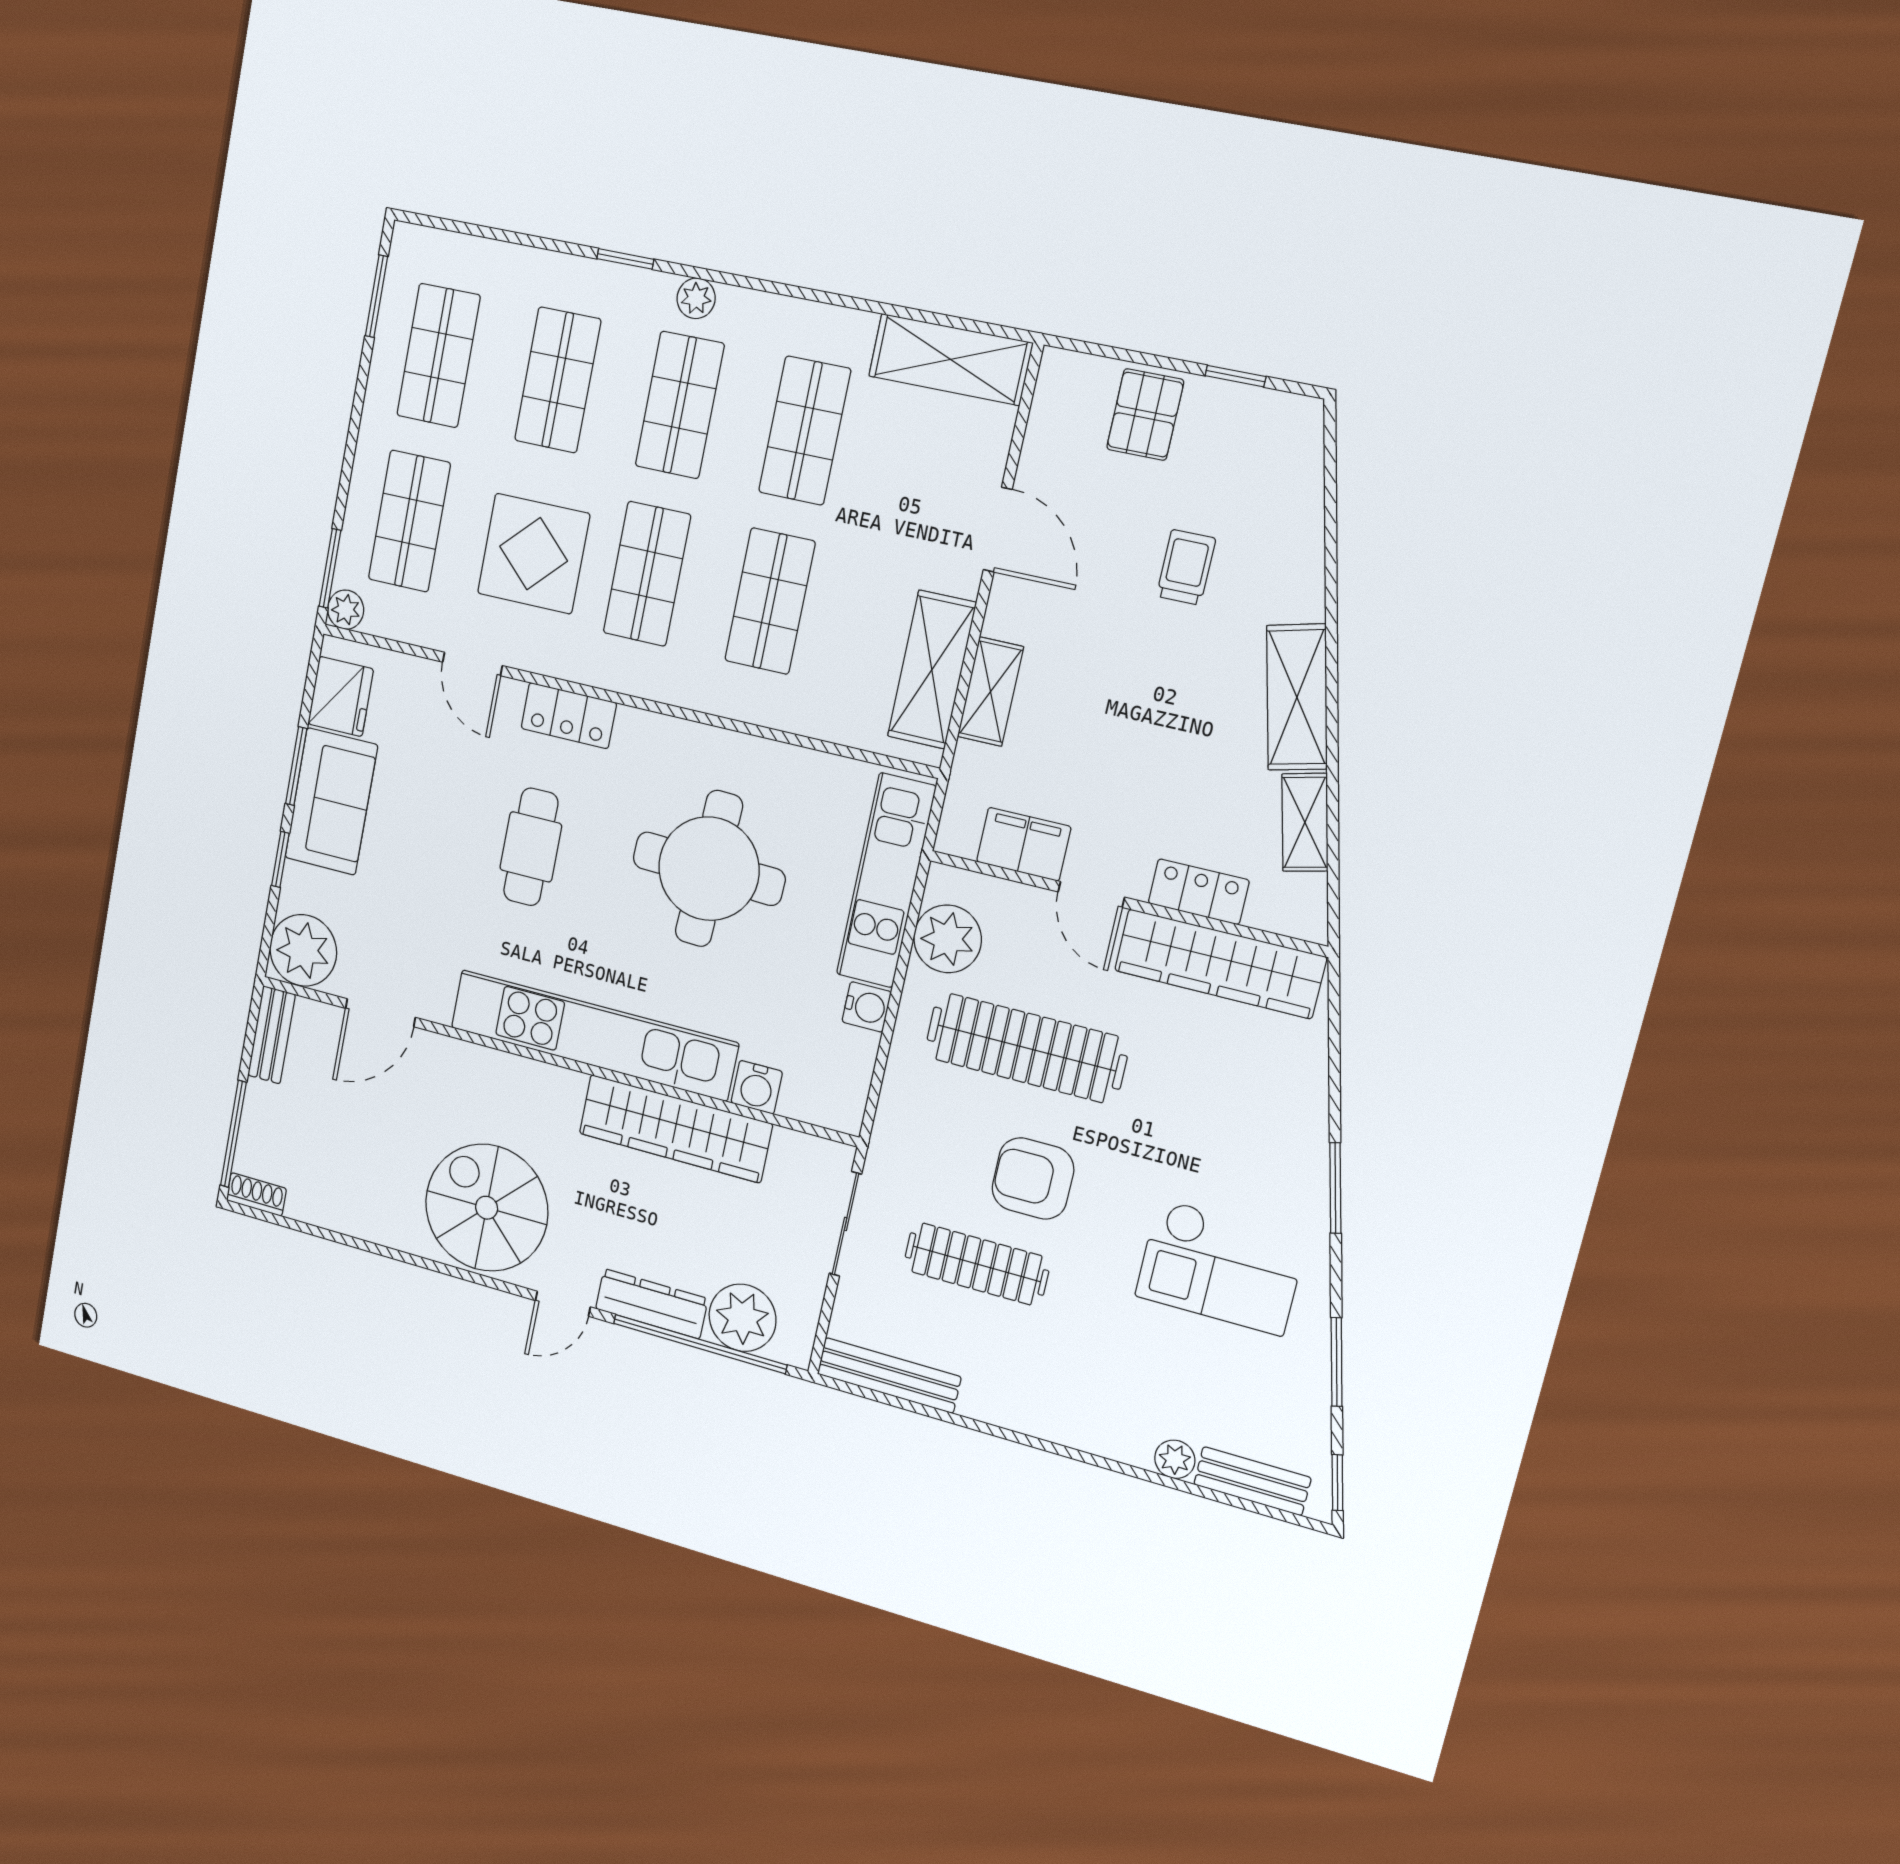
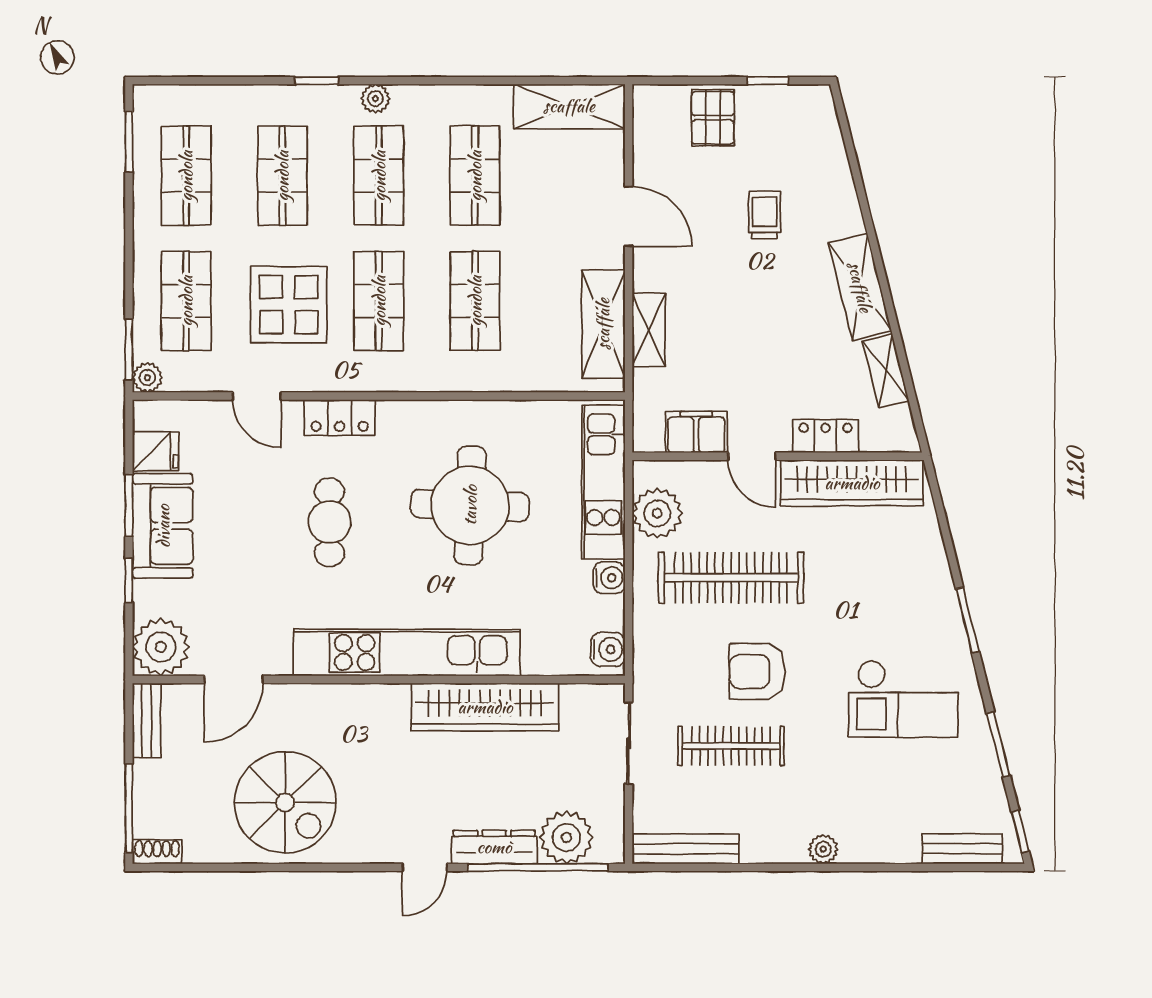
fridge: (341, 696) -> (155, 451), width x0.72
water cooler: (757, 1087) -> (608, 649), moved, turned -90
spiral stairs: (487, 1208) -> (285, 802), moved, turned 180
plant: (1175, 1459) -> (823, 849), moved

